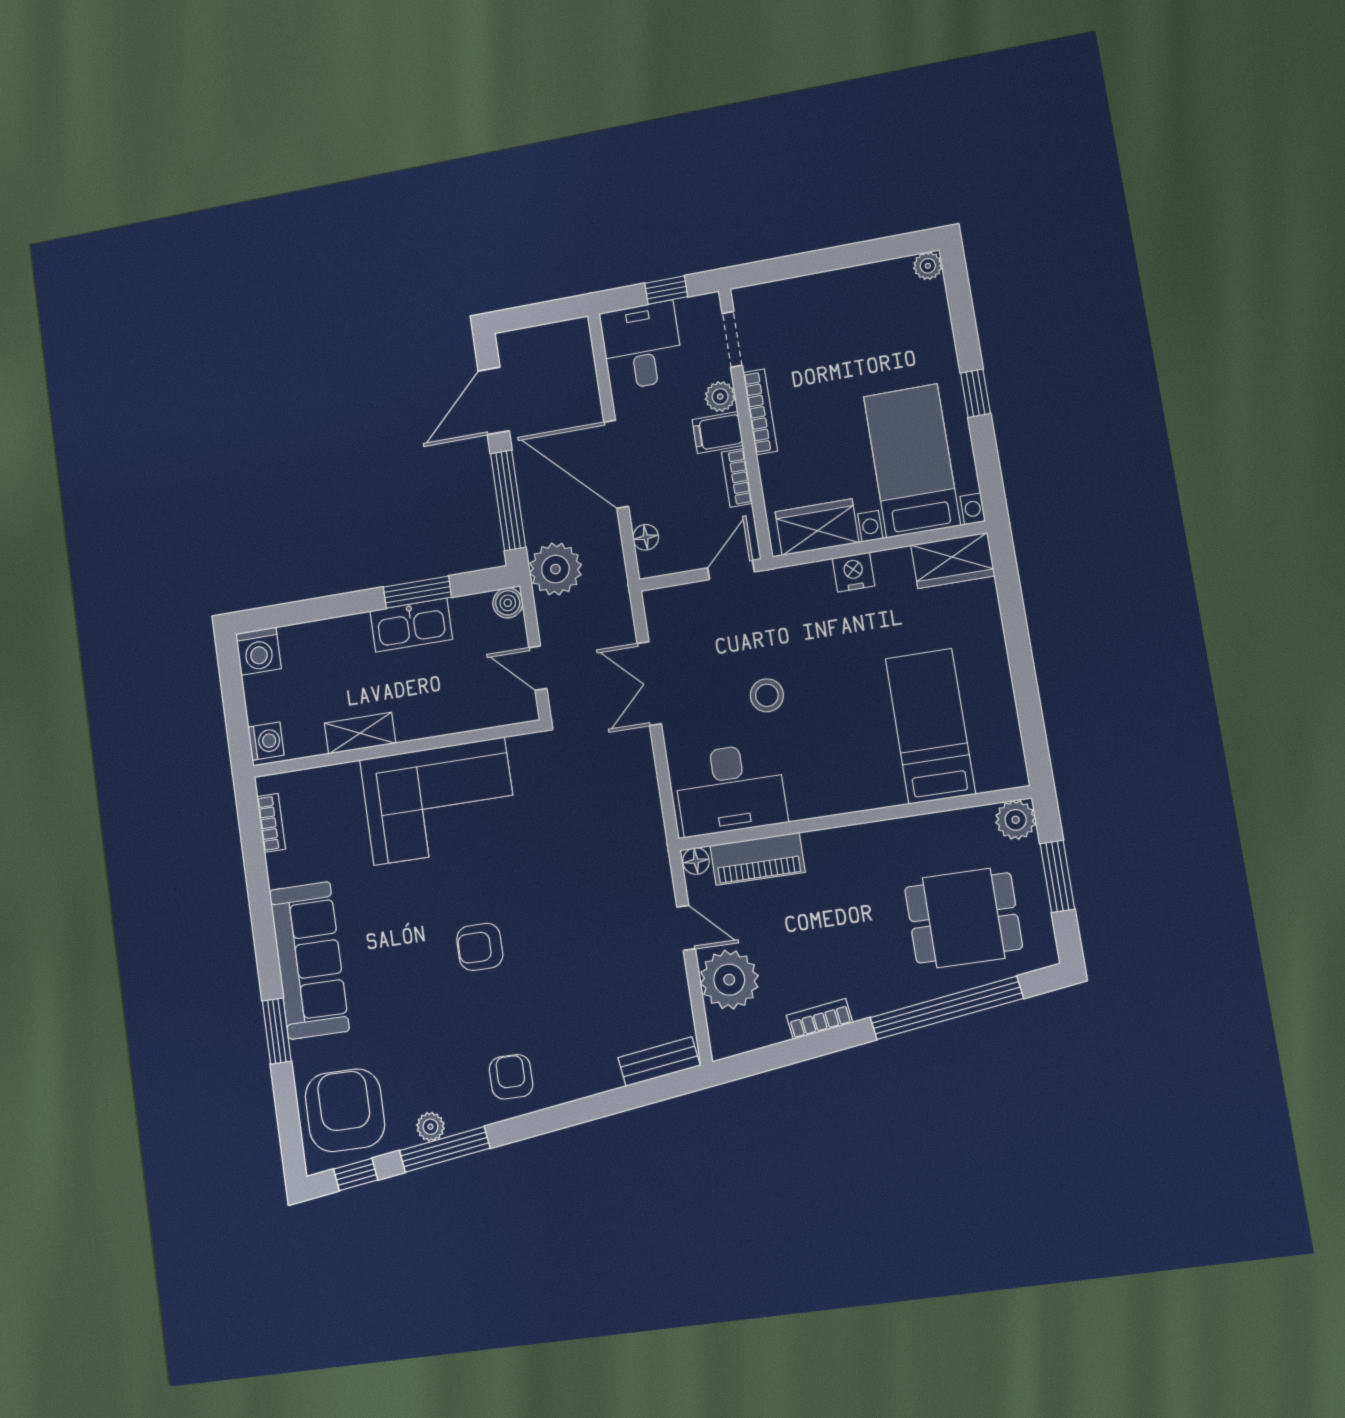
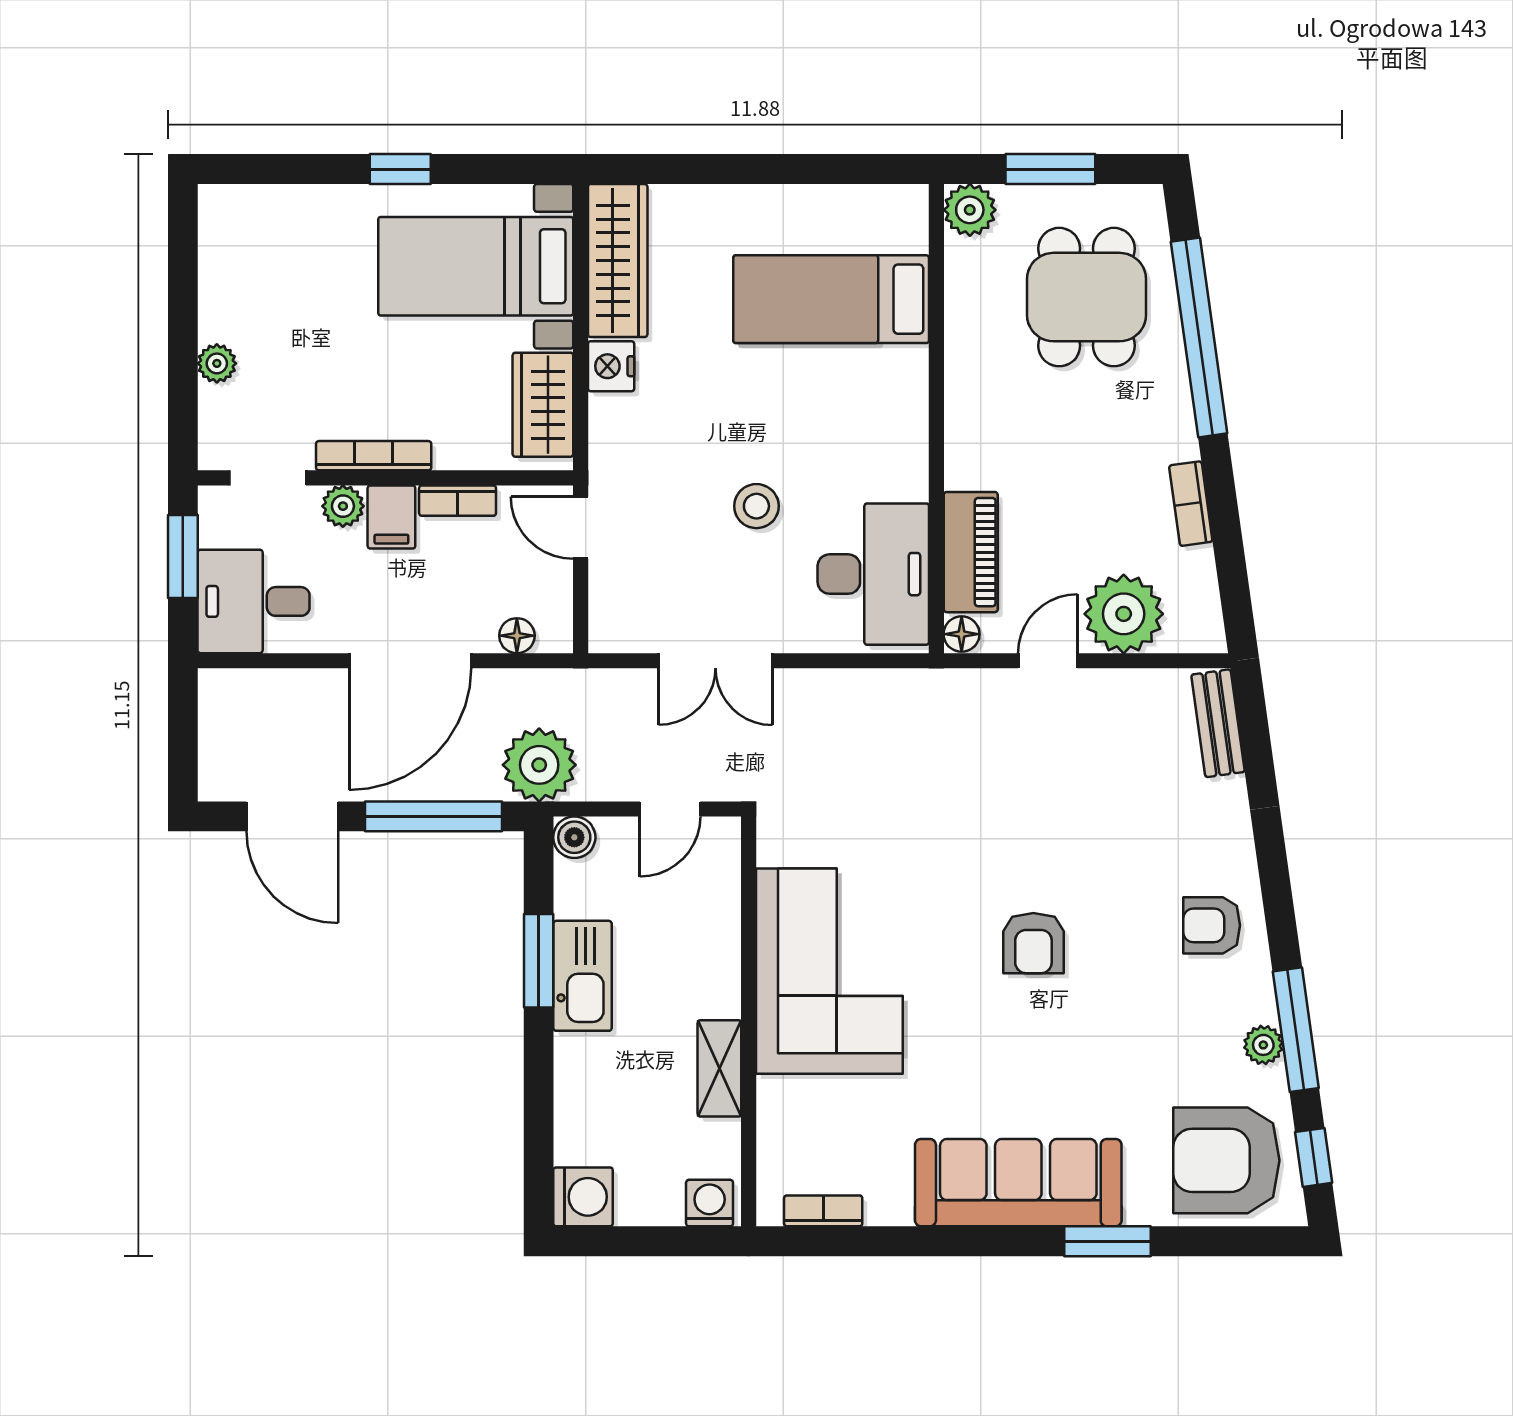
plant: (928, 266) -> (217, 363), moved
window: (666, 290) -> (183, 557), width x1.50
wardrobe: (953, 560) -> (618, 261), width x1.50

